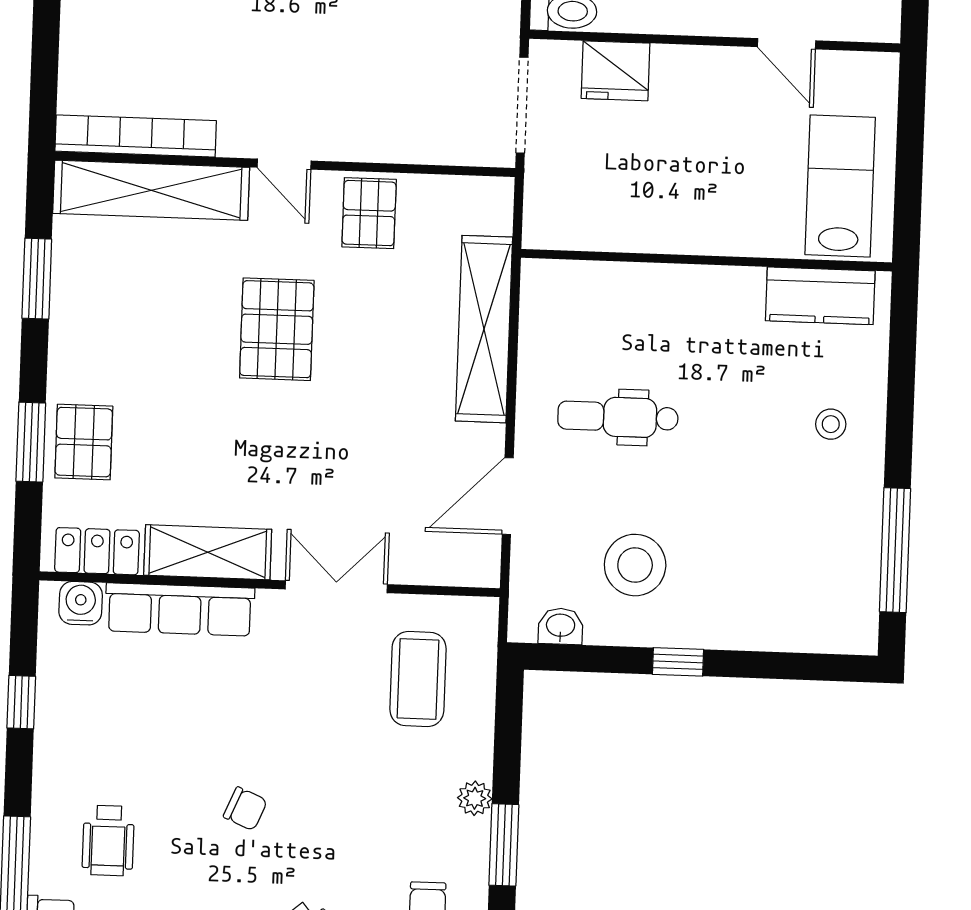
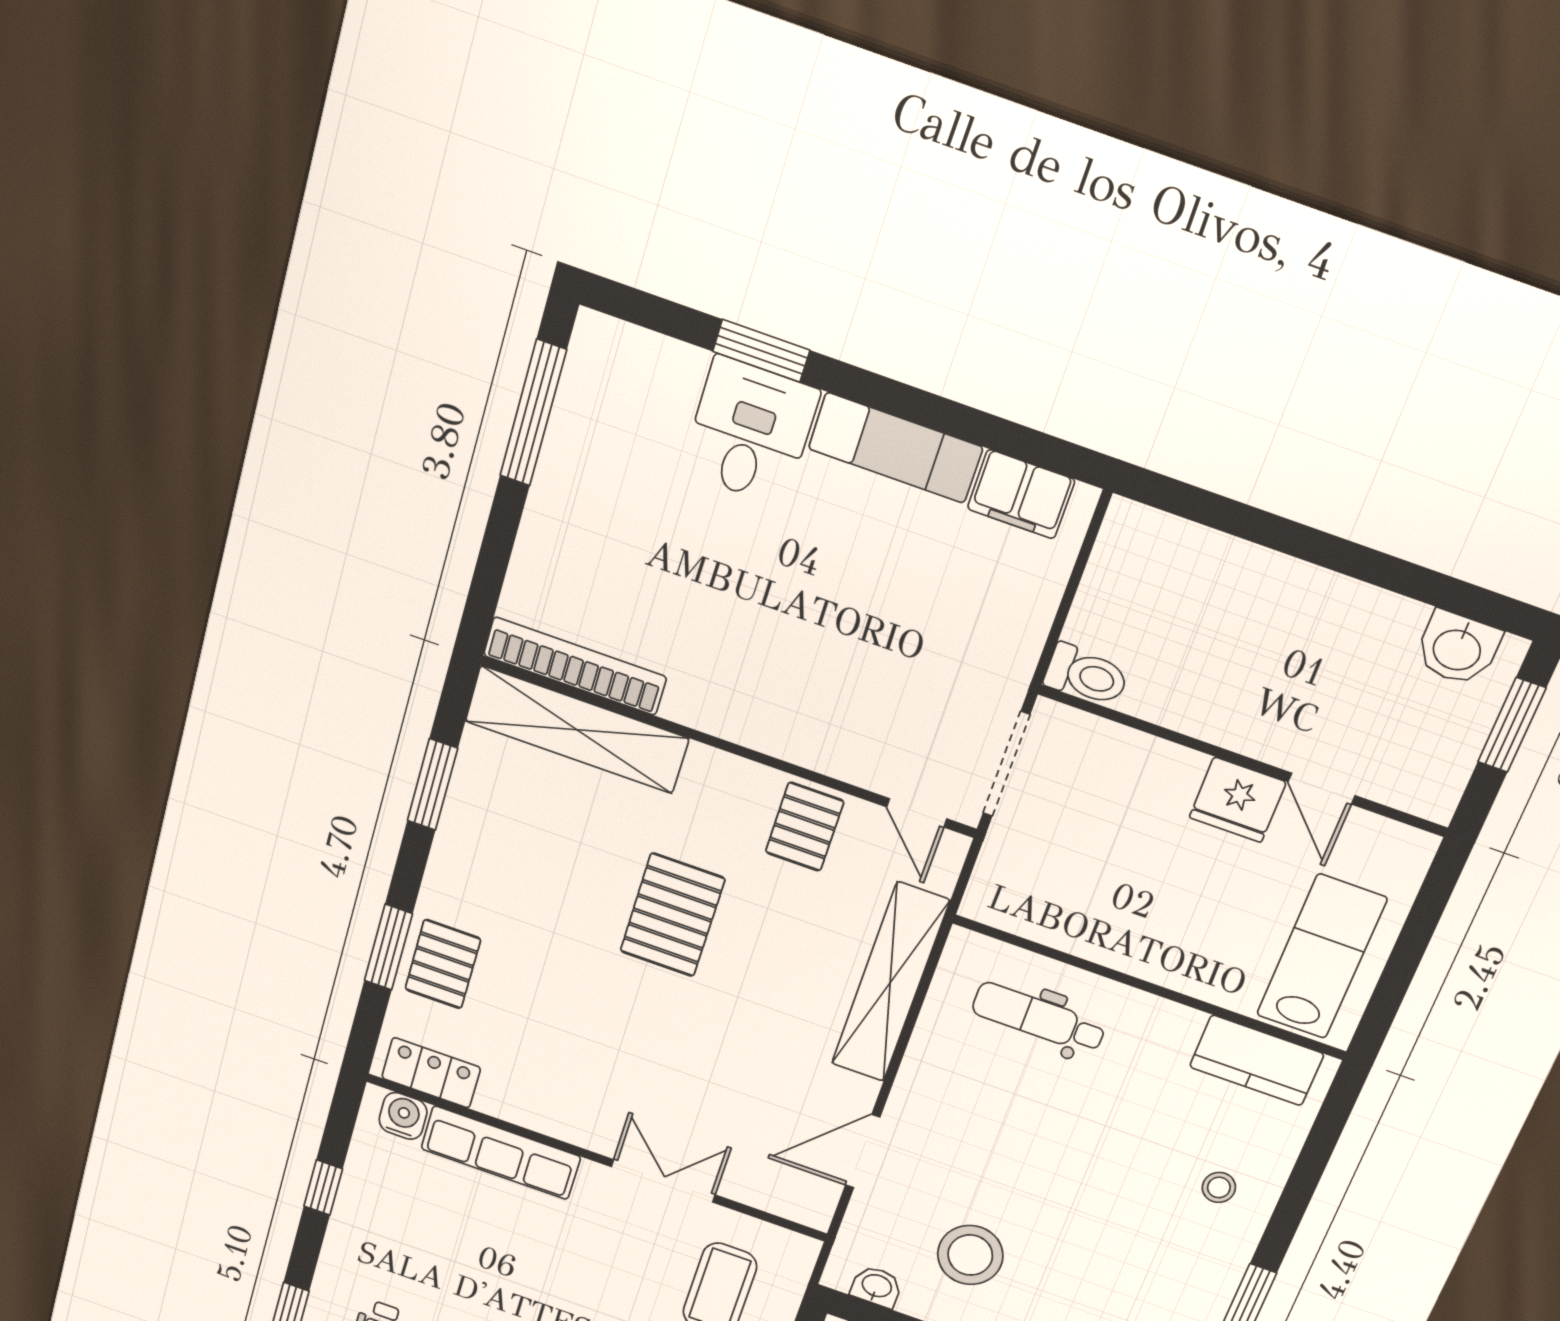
fridge: (615, 71) -> (1238, 800), moved
door: (284, 164) -> (917, 813), moved
dental chair: (618, 417) -> (1039, 1018), moved
shelving: (208, 552) -> (543, 1109), removed

